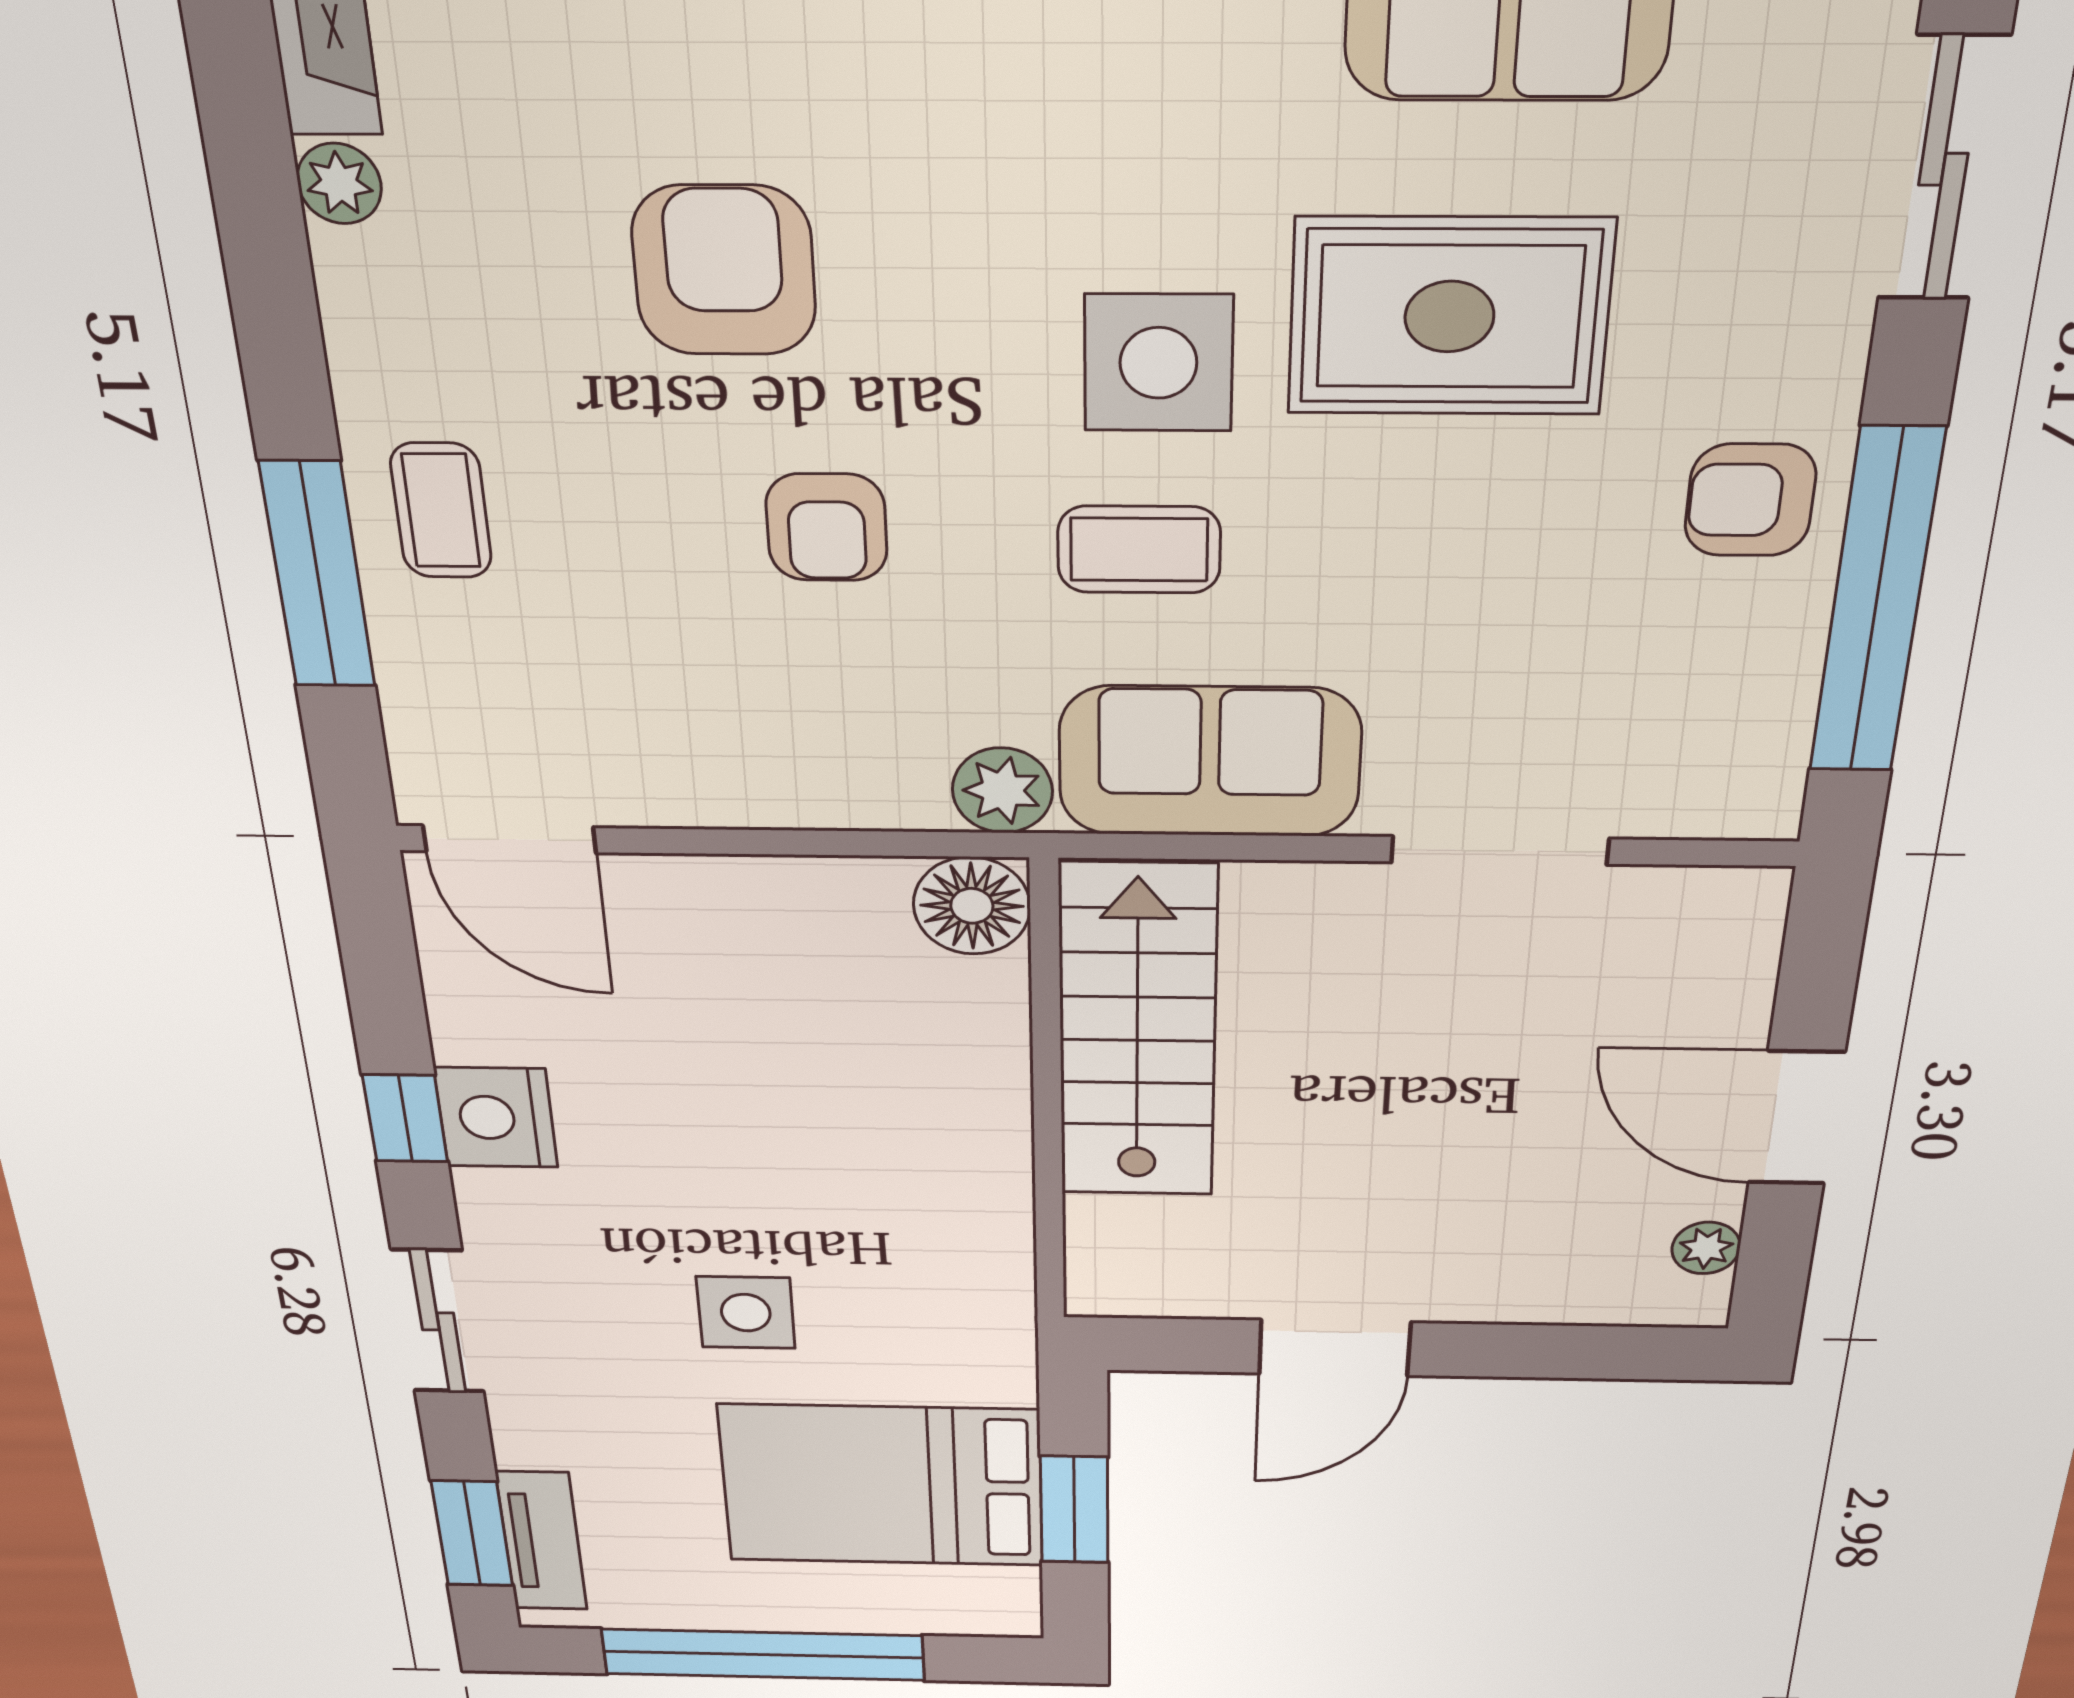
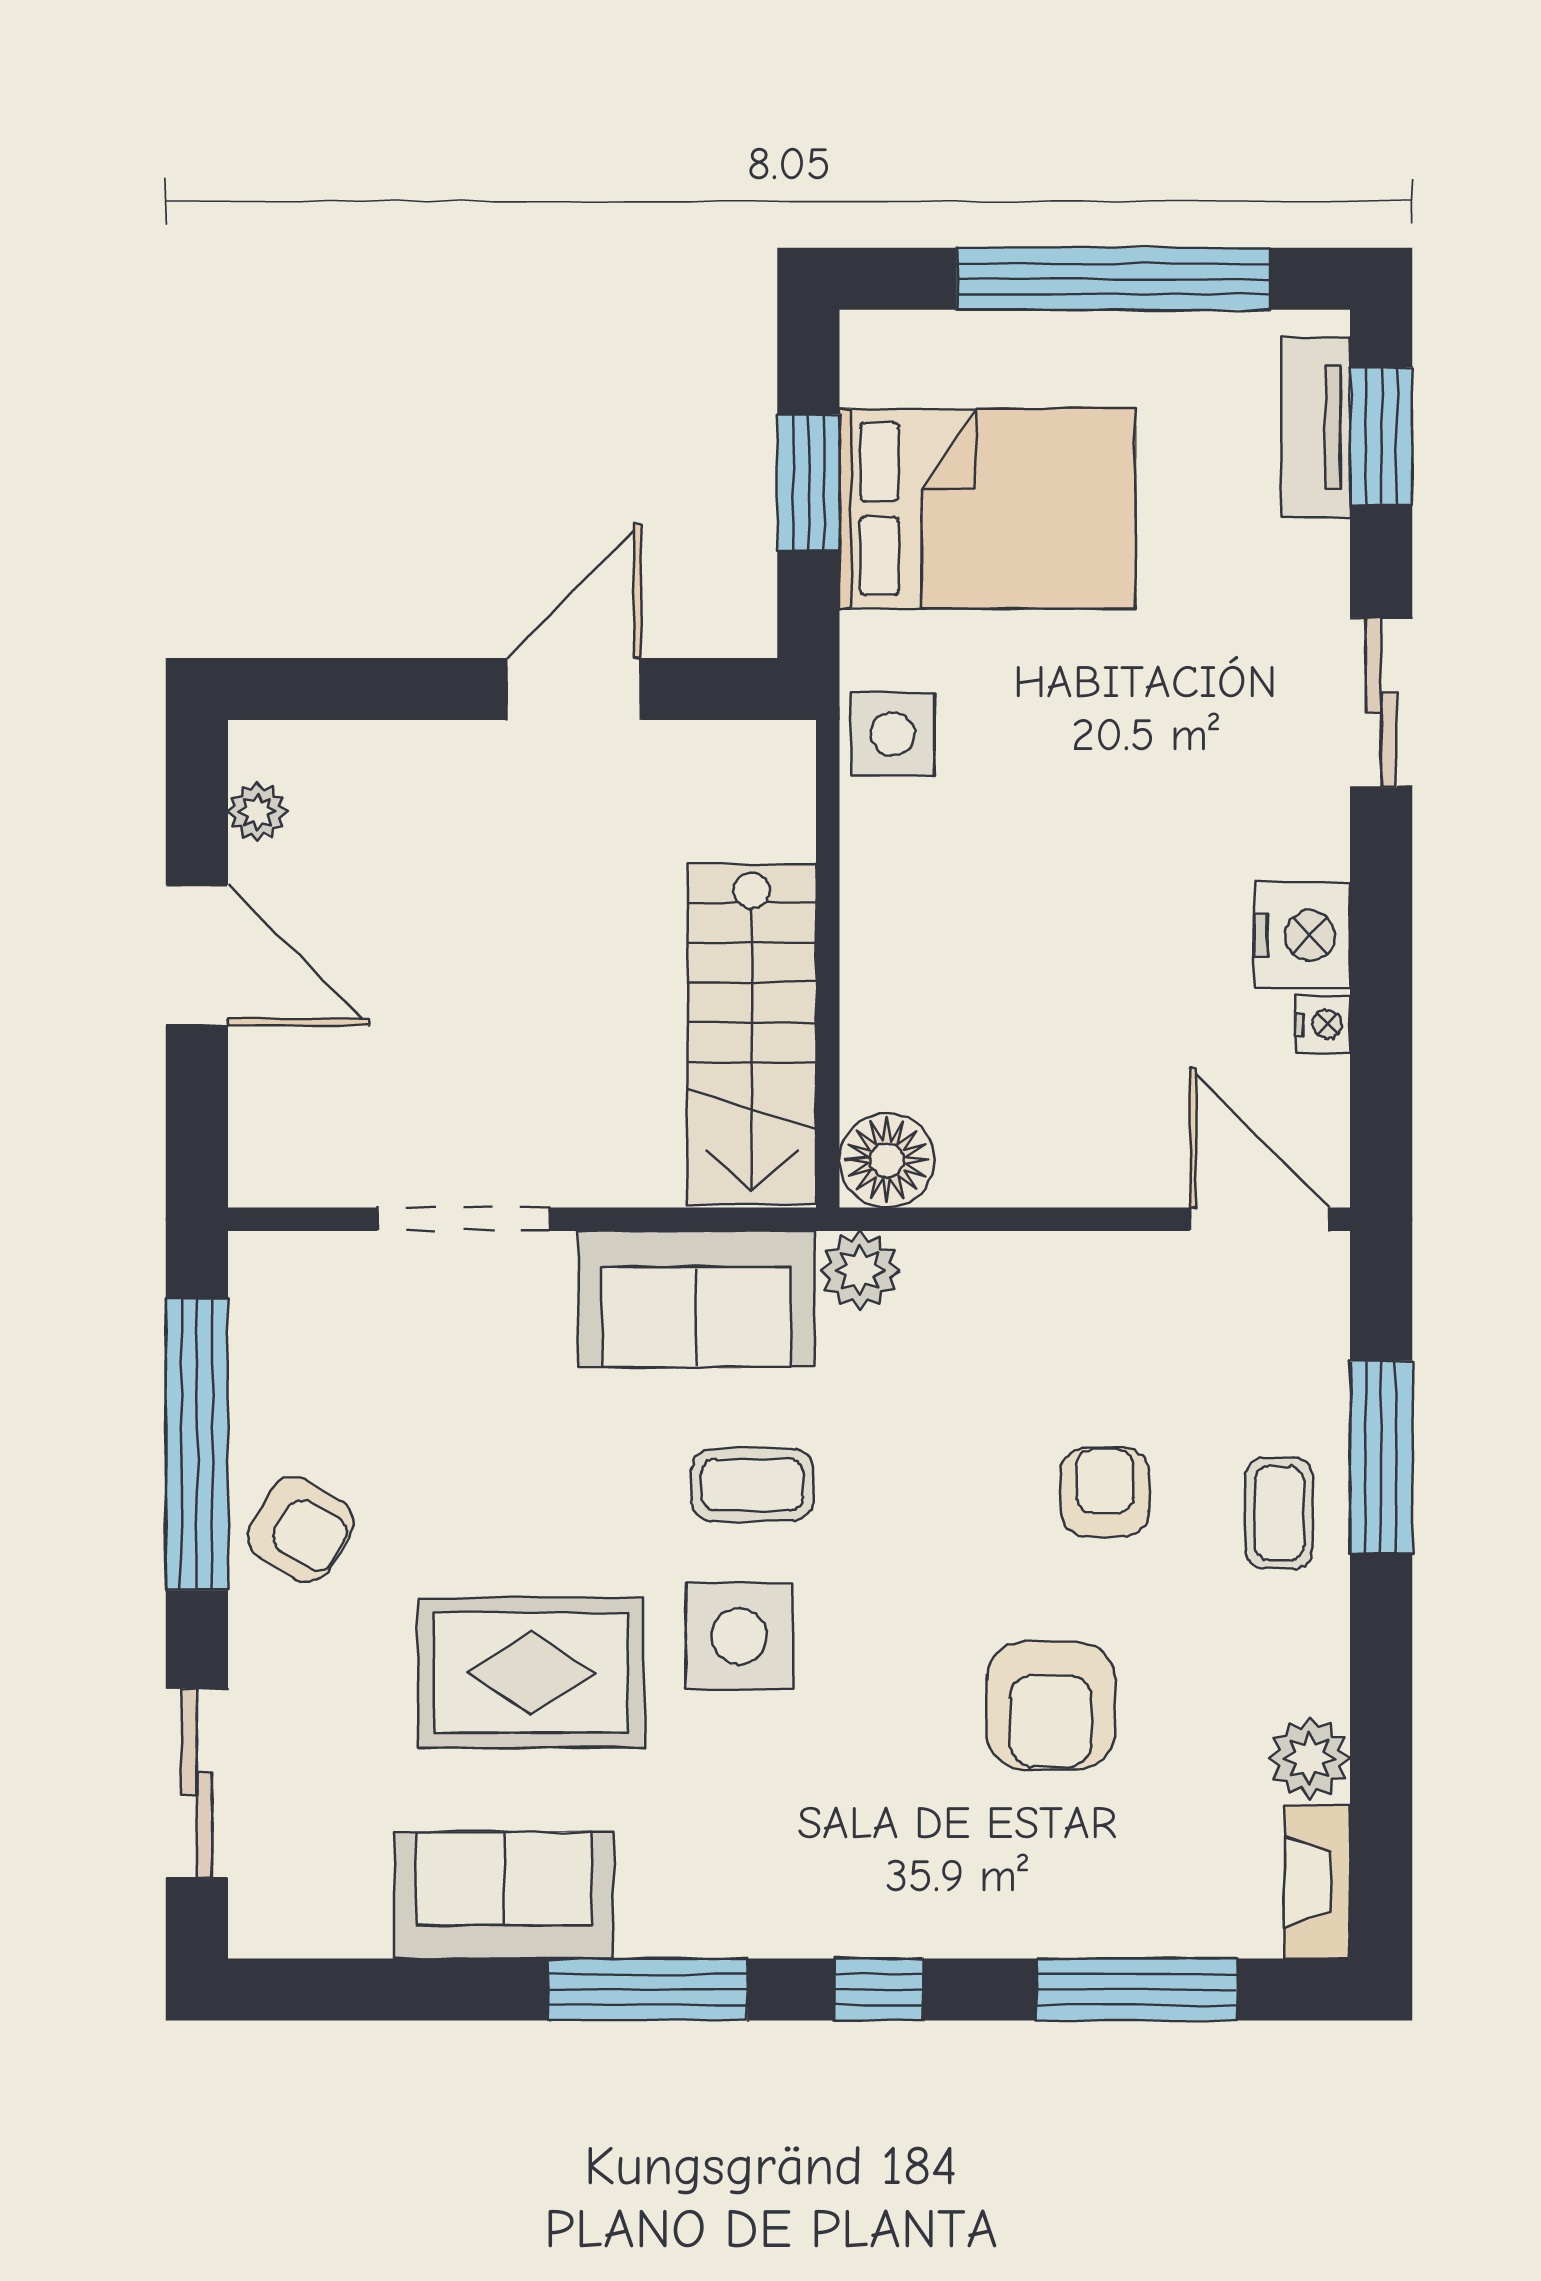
plant: (339, 184) -> (1309, 1758), width x1.38, depth x1.38
armchair: (1750, 500) -> (301, 1529), turned 31
armchair: (827, 527) -> (1105, 1492), moved
nightstand: (460, 1034) -> (1323, 1024), added
window: (405, 1118) -> (1381, 933), removed
side table: (746, 1313) -> (893, 734), moved

